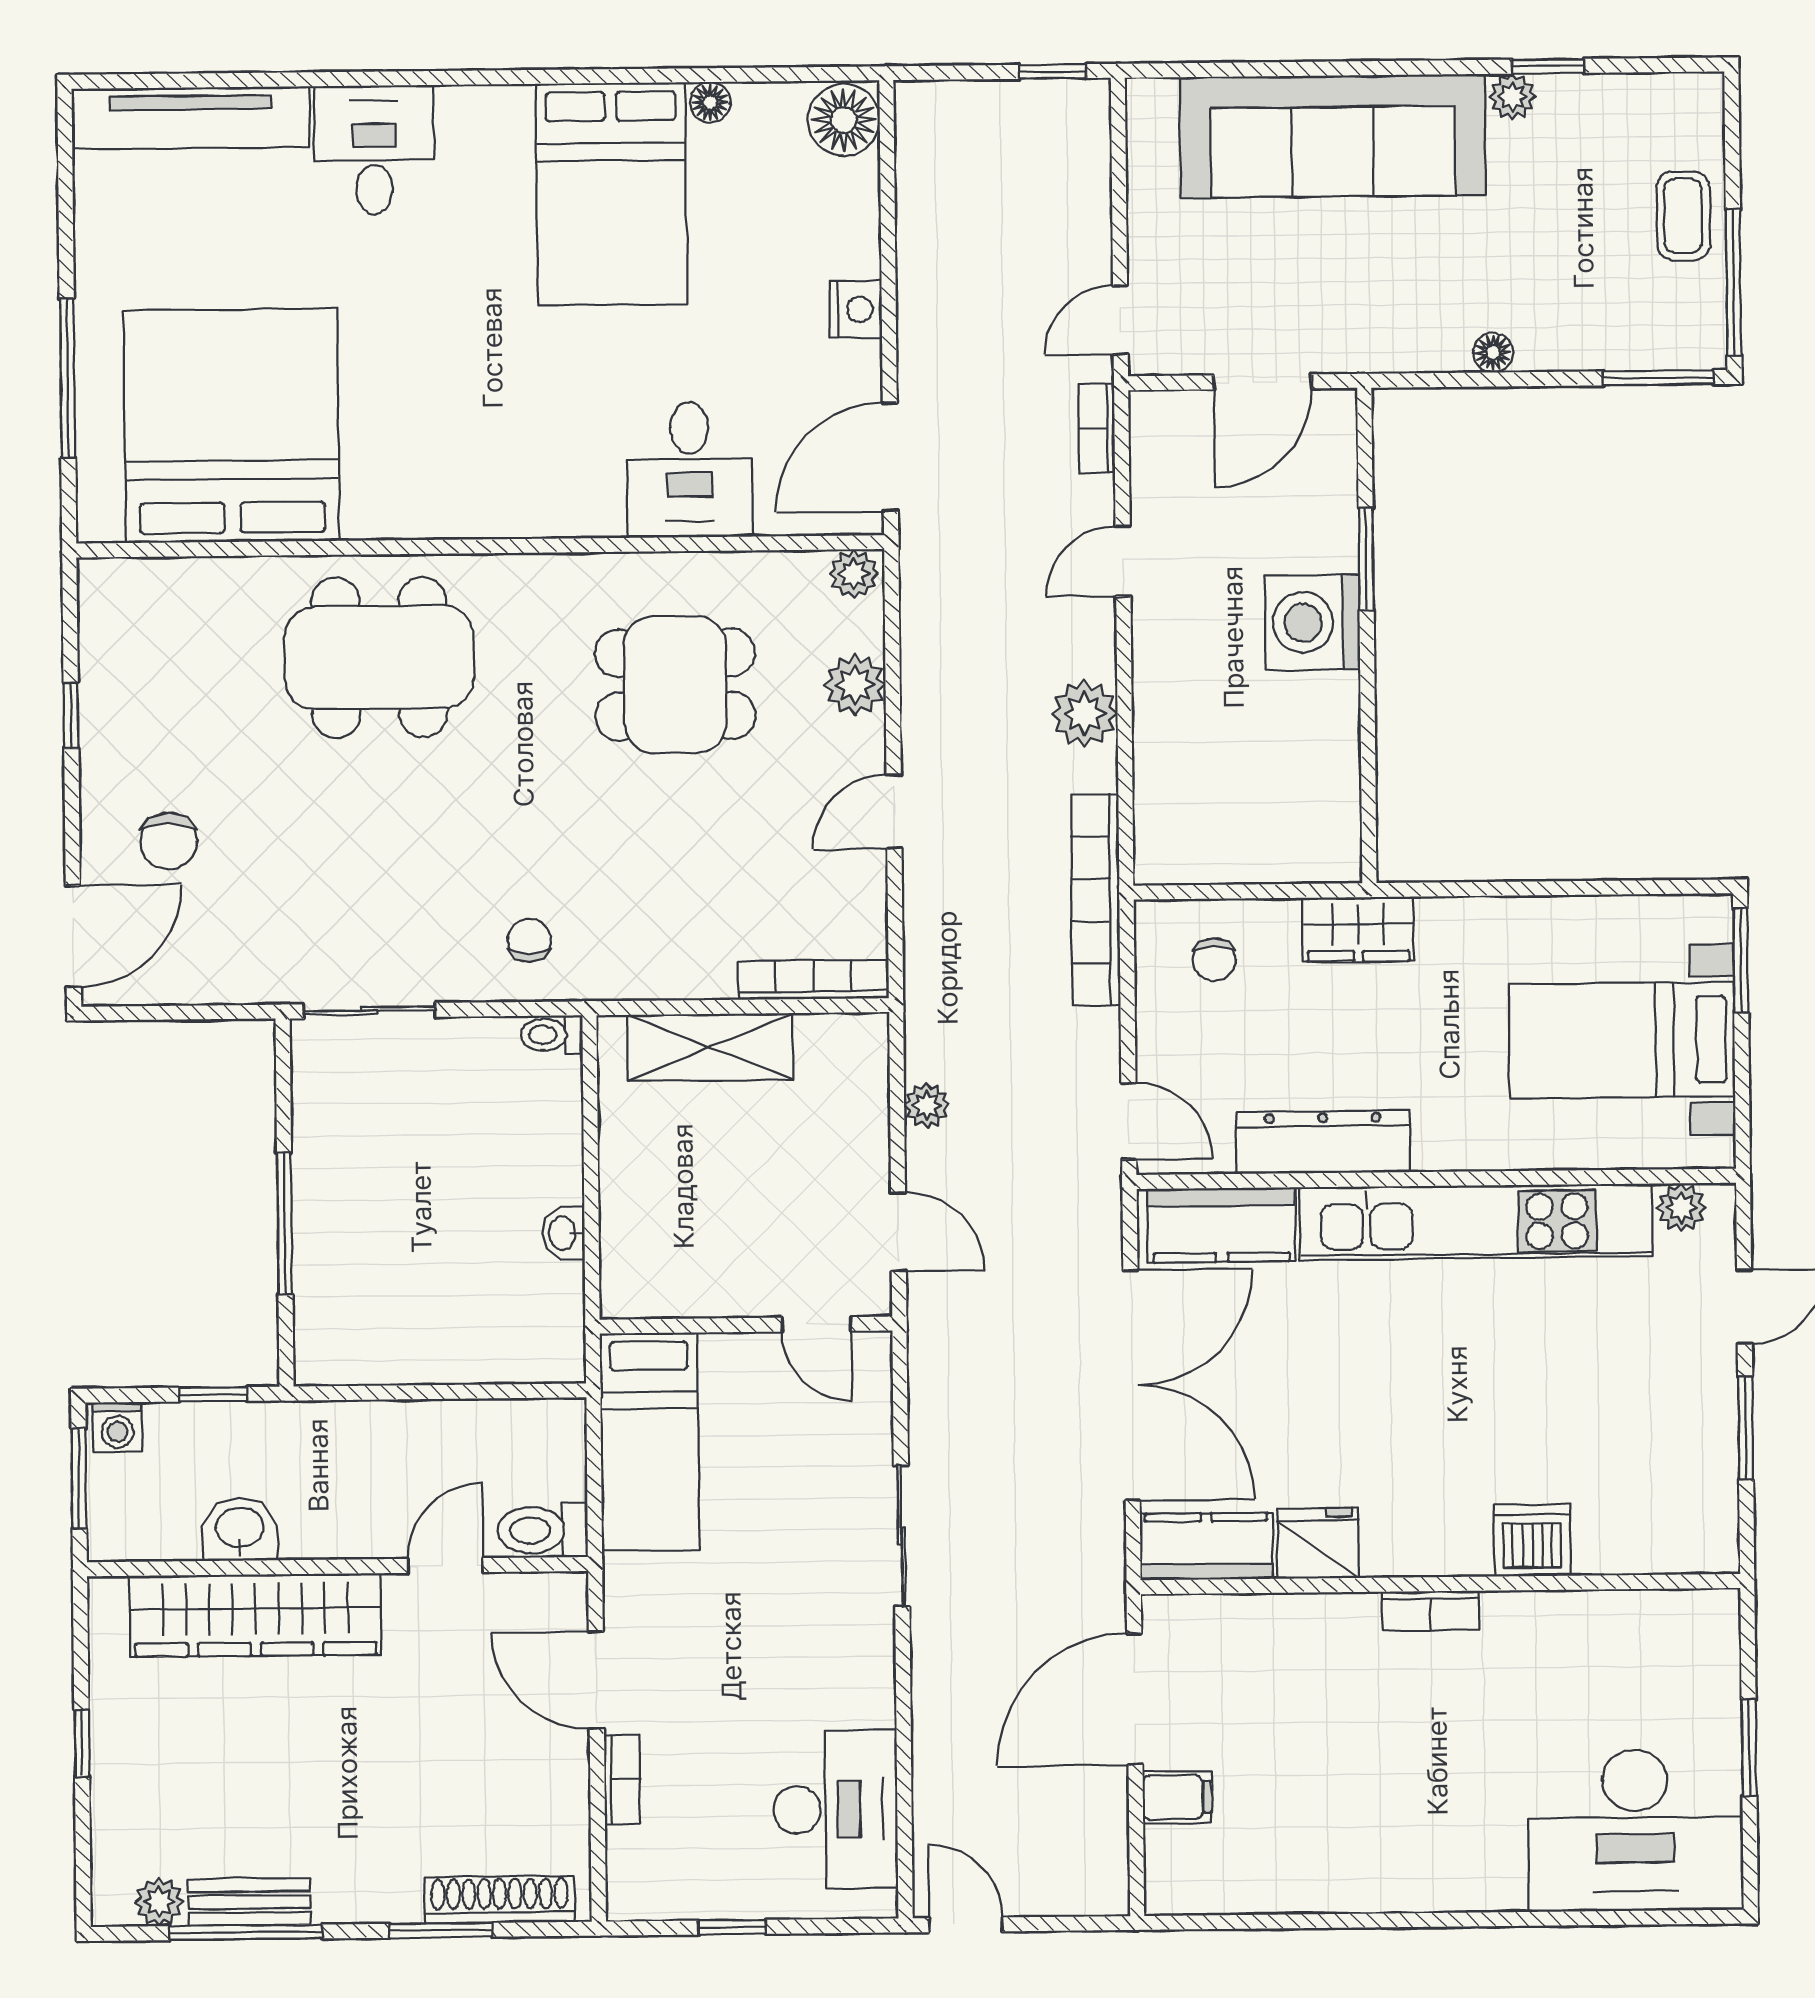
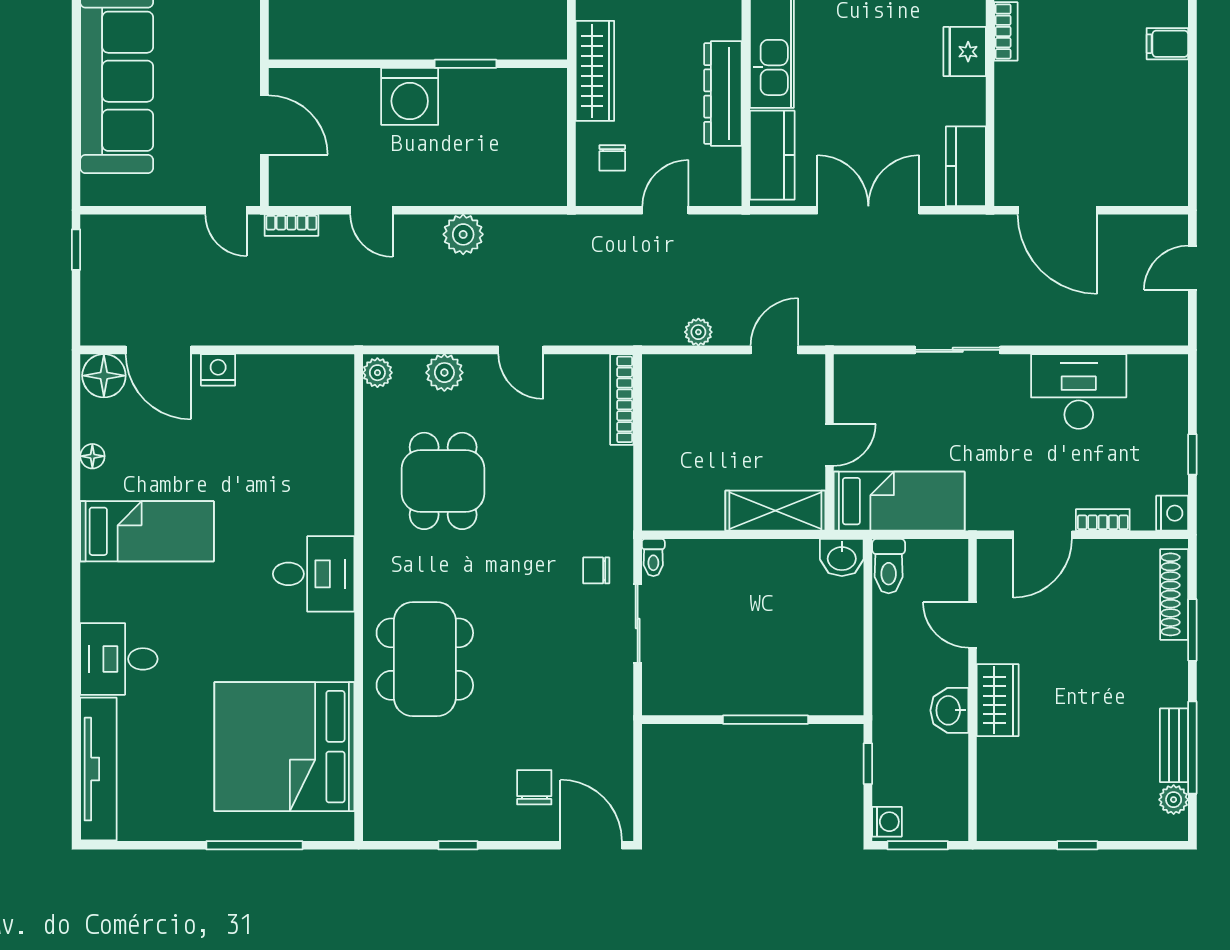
bed: (611, 194) -> (147, 531), width x0.67
door: (890, 457) -> (158, 350), moved
desk: (690, 470) -> (314, 574), moved
window: (1366, 559) -> (466, 64), moved
chair: (169, 841) -> (534, 787), turned -90
bookcase: (1096, 900) -> (576, 229), removed
wardrobe: (1358, 929) -> (595, 71), width x1.50
chair: (1214, 960) -> (612, 158), turned 90
sliding door: (370, 1011) -> (638, 624), moved
shelving: (710, 1047) -> (775, 511), moved, turned 90
door: (1129, 1121) -> (665, 210), moved
washbasin: (563, 1233) -> (842, 557), moved, width x1.38, depth x1.45
door: (817, 1324) -> (830, 445), moved
double door: (1132, 1385) -> (868, 210), width x0.73
washbasin: (240, 1529) -> (949, 710), moved
toilet: (543, 1530) -> (889, 566), moved
fridge: (1318, 1543) -> (965, 52), moved
wardrobe: (255, 1615) -> (998, 700), width x0.48, depth x0.85
filing cabinet: (1177, 1797) -> (1167, 44), moved, turned -90
desk: (835, 1809) -> (1079, 391), moved
nightstand: (634, 1895) -> (1172, 513), added
door: (966, 1925) -> (1192, 268), moved

